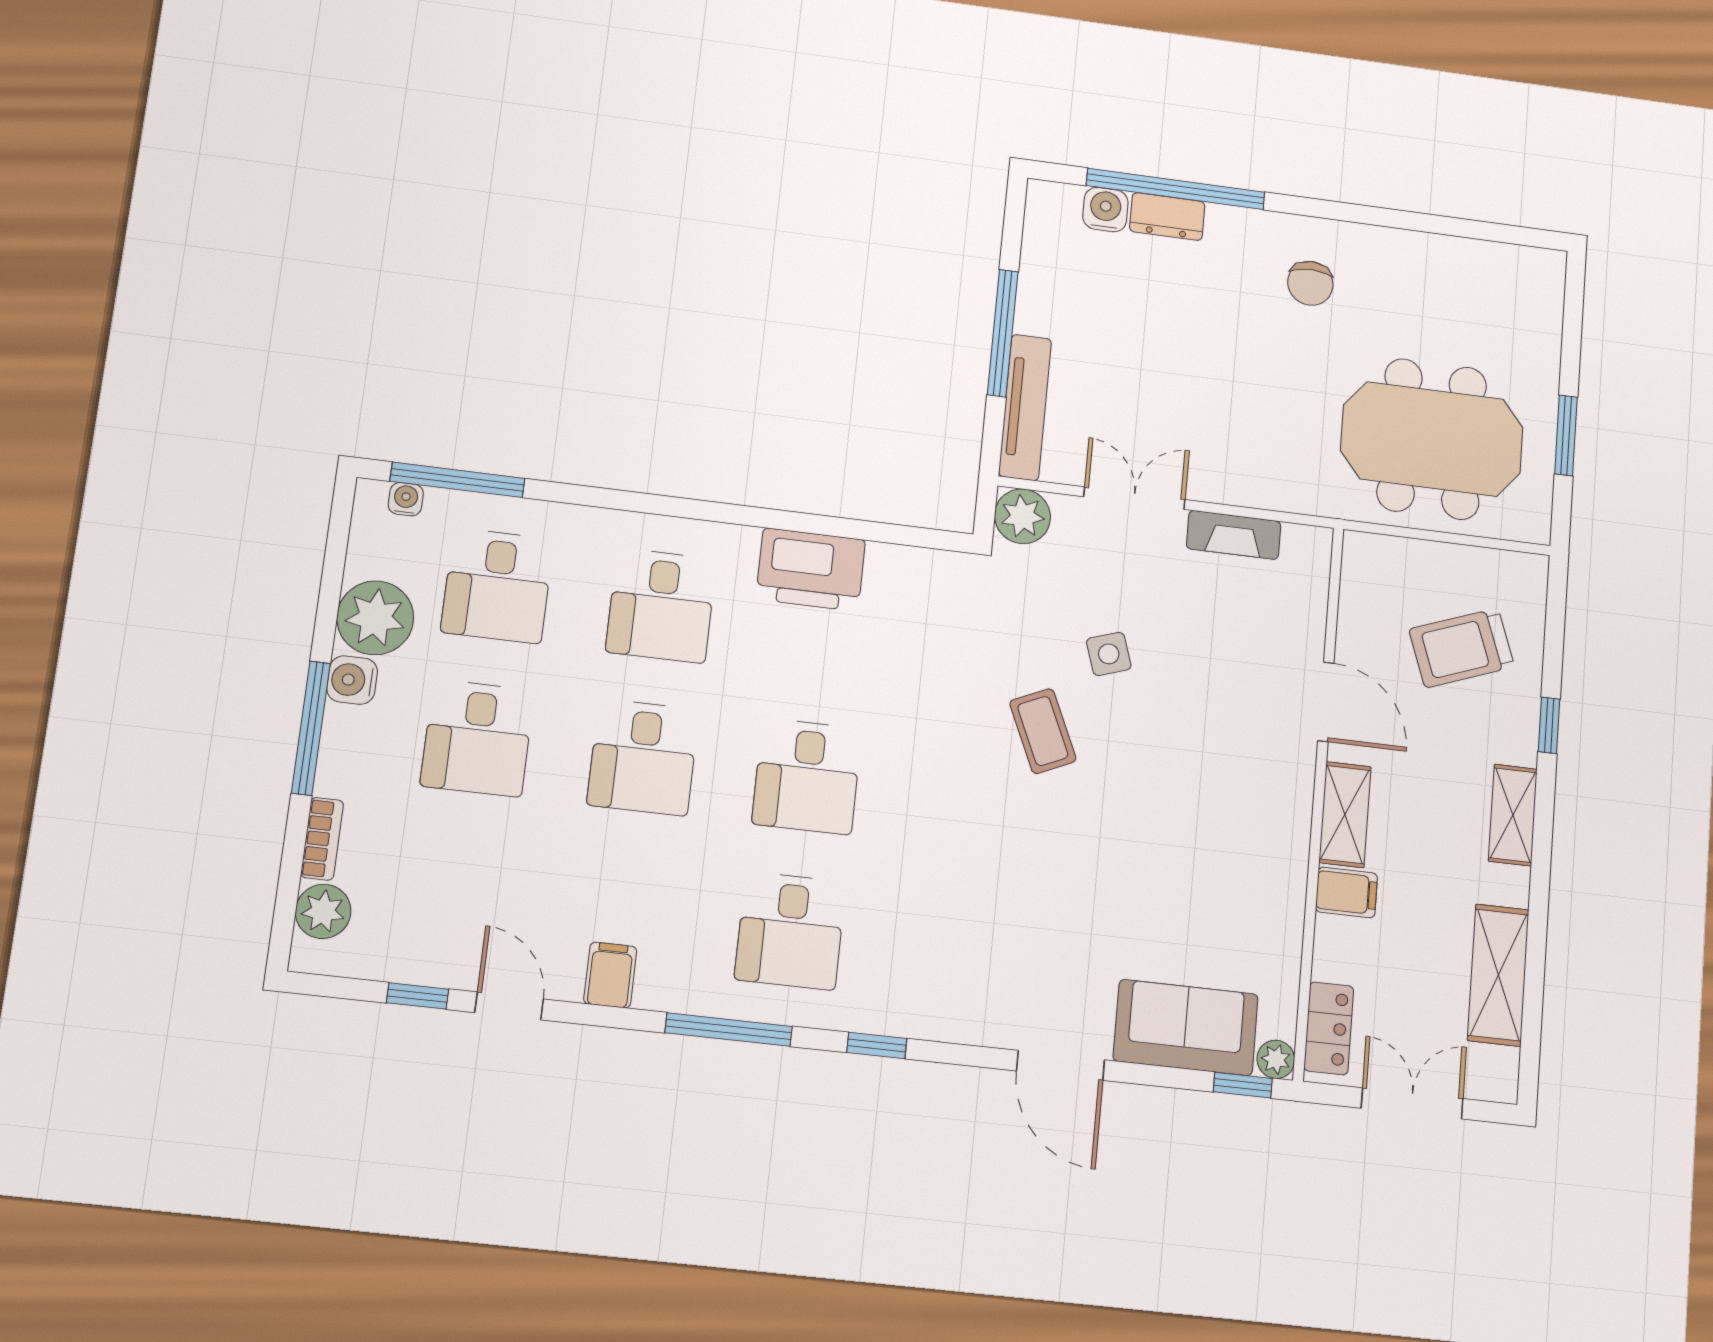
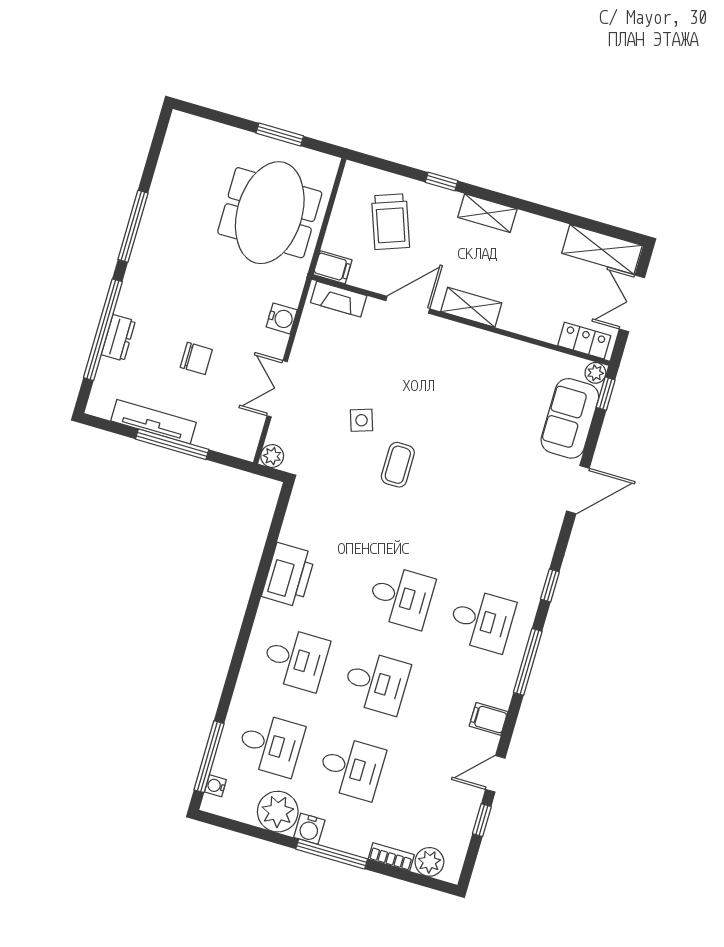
water cooler: (1105, 210) -> (282, 318), moved, turned 180
window: (1359, 214) -> (133, 226), added
chair: (1310, 283) -> (196, 358), moved
tv unit: (1025, 407) -> (153, 422), moved
plant: (1022, 516) -> (272, 456), width x0.73, depth x0.73
fireplace: (1234, 535) -> (339, 299), moved, turned 90
coffee table: (1043, 731) -> (398, 465), turned -66
filing cabinet: (1346, 893) -> (333, 267), moved, turned 90
shelving: (1498, 975) -> (602, 249), moved

